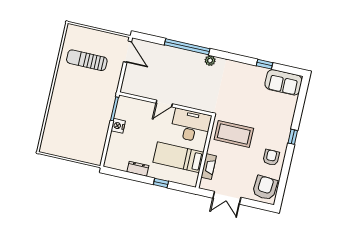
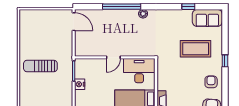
sun lounger: (87, 60) -> (40, 66), moved
coffee table: (234, 134) -> (196, 49), moved

